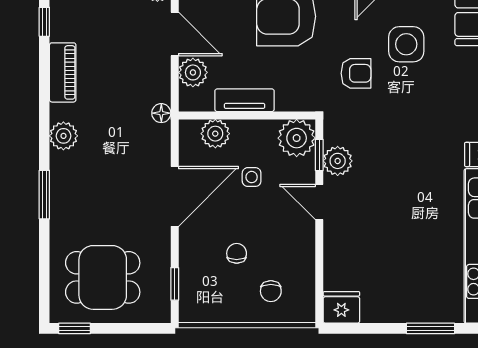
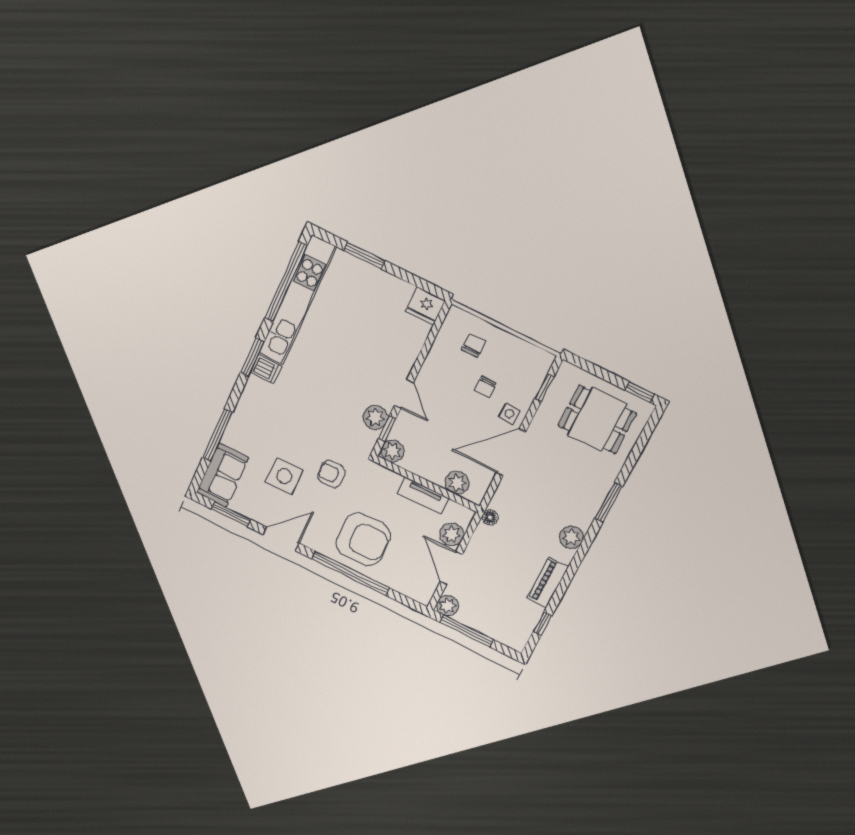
plant: (297, 138) -> (392, 451), width x0.73, depth x0.73
side table: (252, 177) -> (509, 414), moved

